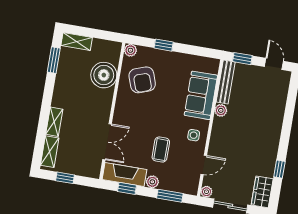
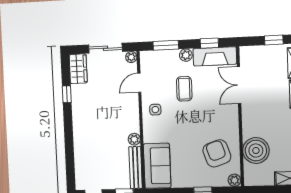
sofa: (201, 95) -> (157, 166), moved

